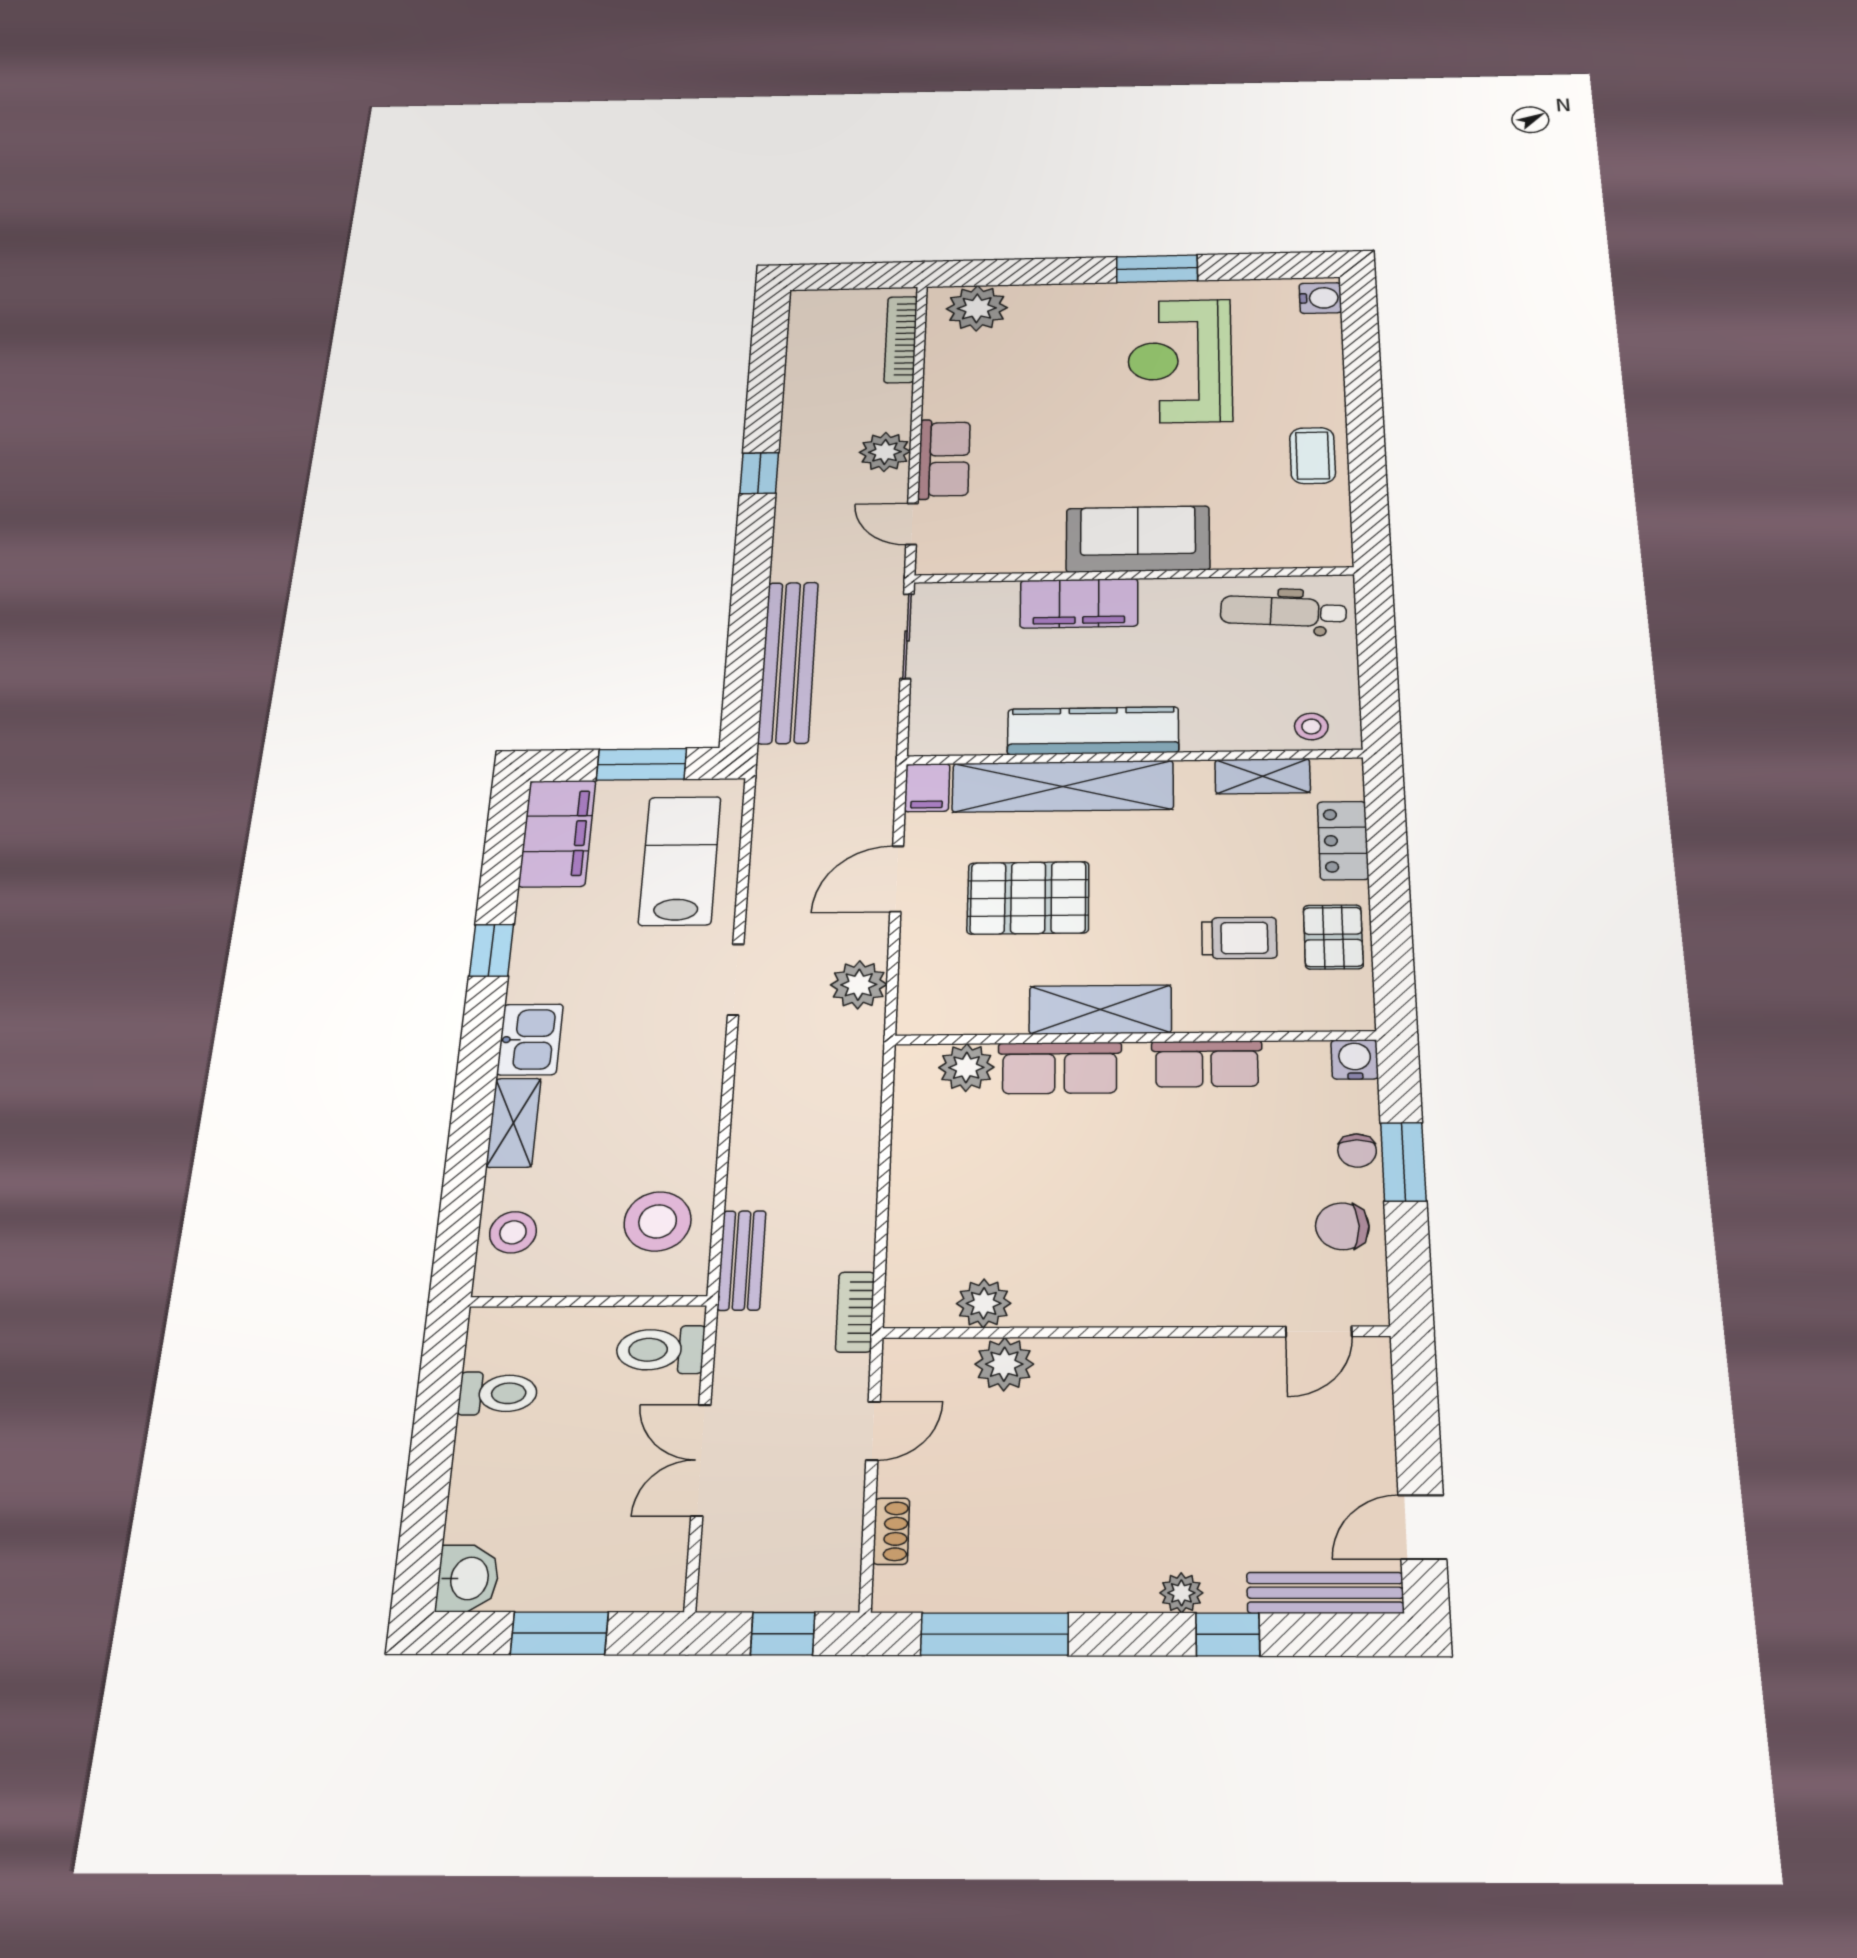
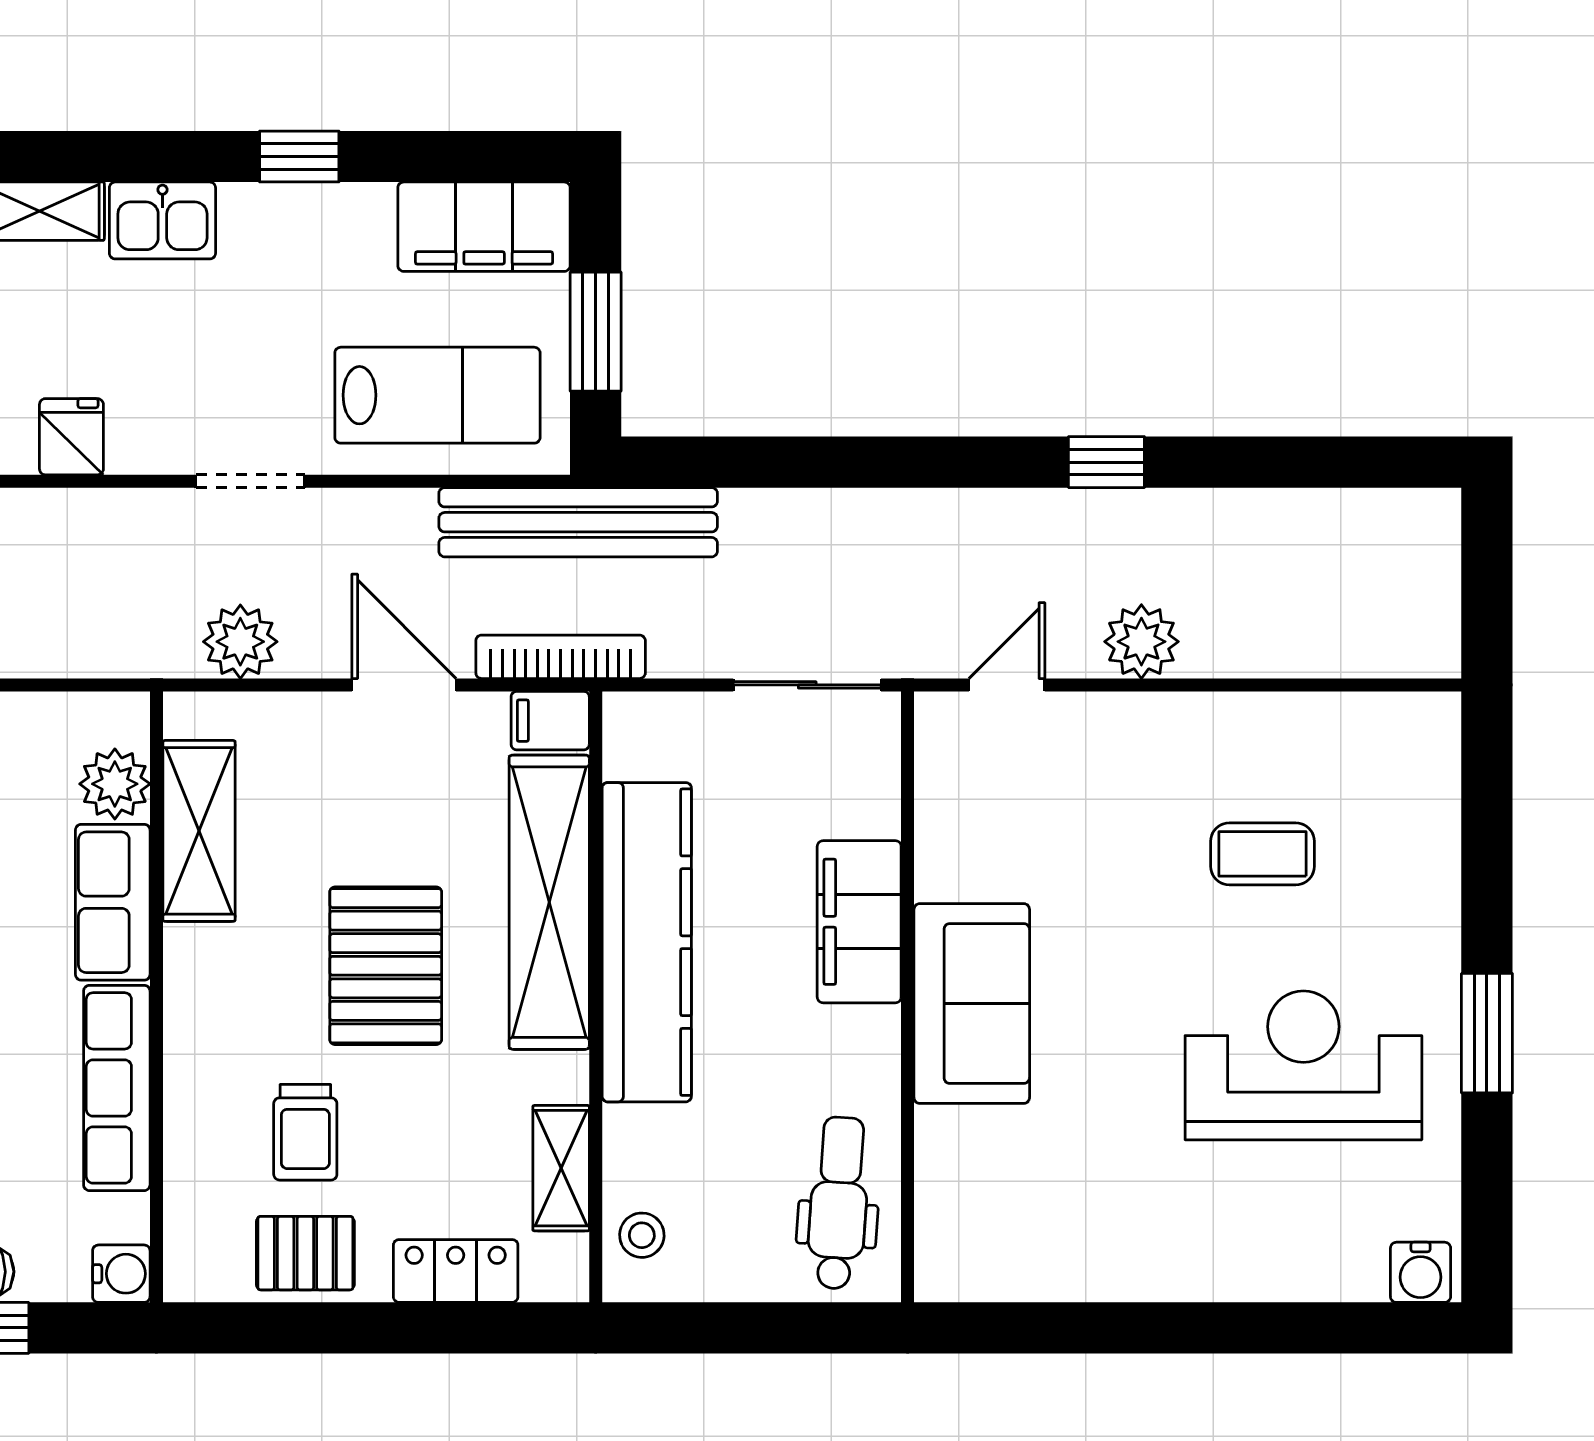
plant: (977, 308) -> (1416, 767), removed
bookcase: (901, 339) -> (561, 657), moved
coffee table: (1313, 456) -> (1262, 854), moved
row of seats: (944, 459) -> (1126, 727), removed
bench: (788, 662) -> (578, 522), moved
kitchen counter: (1093, 731) -> (647, 942), width x1.39, depth x1.17
pallet: (1028, 898) -> (386, 966), moved
shelving: (1100, 1010) -> (199, 831), moved
row of seats: (1207, 1064) -> (117, 1088), width x1.48
fridge: (692, 1099) -> (71, 437), added

